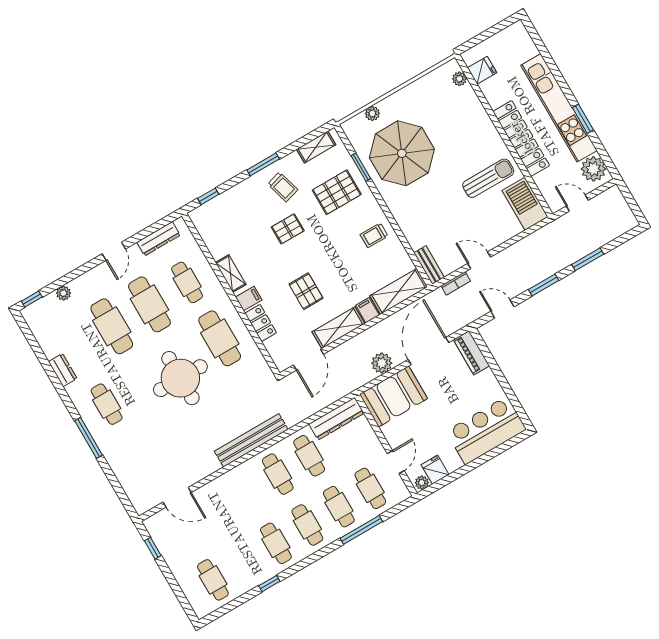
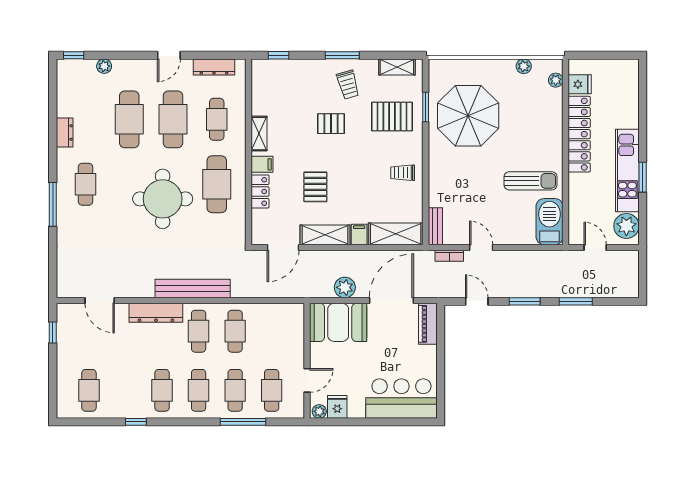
kitchen unit: (559, 108) -> (627, 171), width x0.73
plant: (372, 114) -> (524, 66), moved
locker: (521, 138) -> (579, 134), moved
dresser: (336, 419) -> (156, 313), moved

